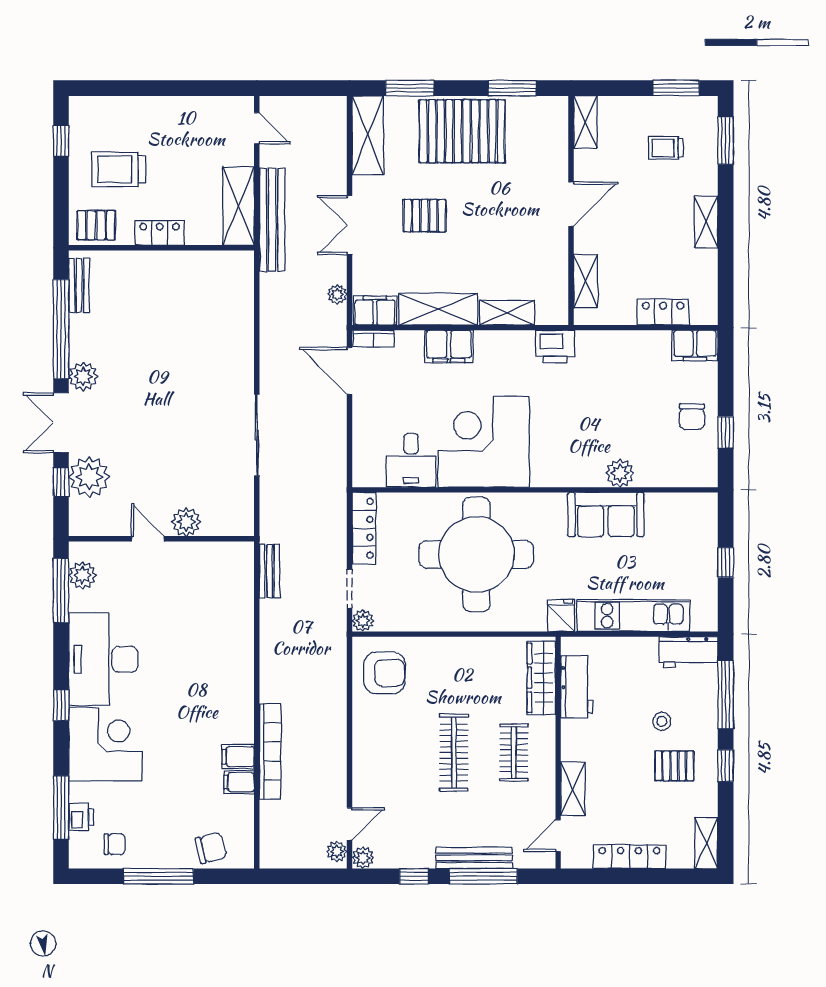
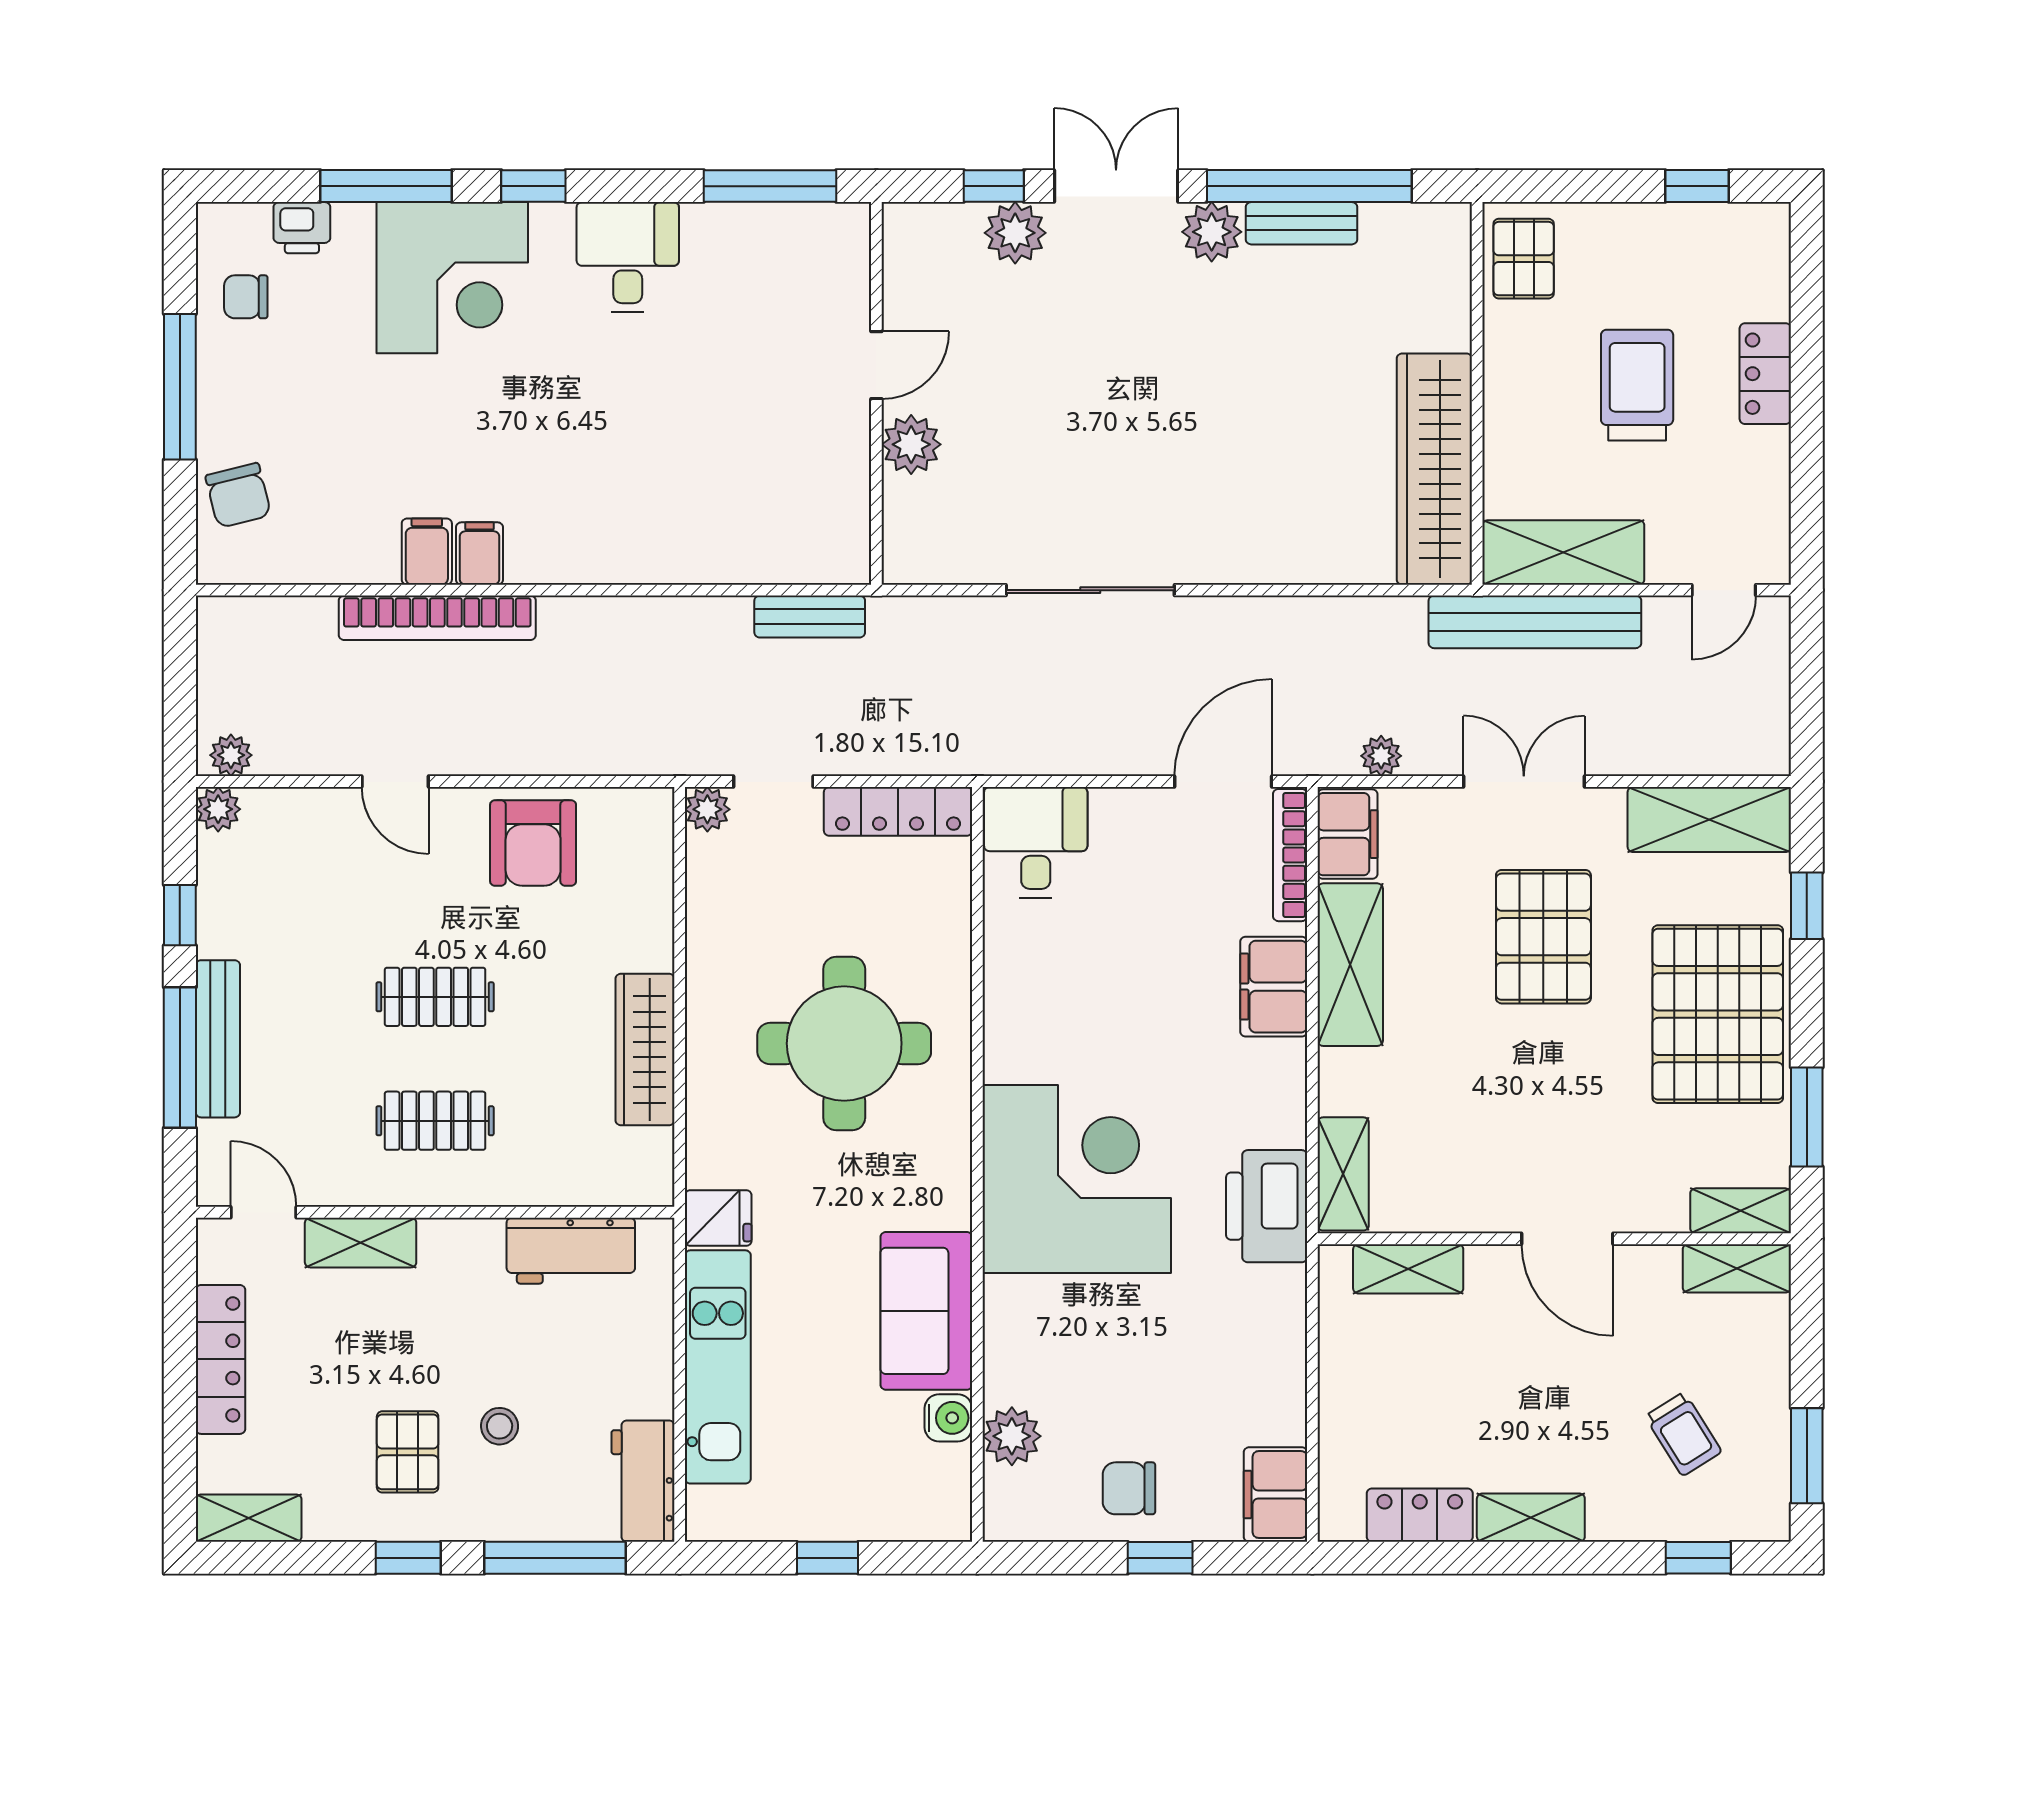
window: (410, 88) -> (1807, 906), width x0.67
shelving: (557, 120) -> (1741, 1211), added
window: (726, 141) -> (1698, 1558), width x0.67
trolley: (666, 148) -> (1683, 1434), turned 148
trolley: (119, 169) -> (1637, 385), moved
pallet: (425, 216) -> (1543, 937), width x1.50, depth x1.42
locker: (160, 233) -> (1765, 374), moved, turned 180
wardrobe: (198, 268) -> (1434, 469), added
bench: (79, 285) -> (1301, 223), moved
locker: (663, 312) -> (1420, 1515), moved, turned -90
shelving: (507, 313) -> (1343, 1174), moved
bookcase: (374, 338) -> (1290, 855), width x1.56
printer: (555, 347) -> (1267, 1206), width x1.37, depth x1.19
window: (726, 432) -> (1160, 1558), moved
corner desk: (484, 442) -> (1077, 1179), moved
desk: (411, 460) -> (1036, 842), moved, turned 90
plant: (620, 473) -> (1012, 1436), moved
plant: (89, 477) -> (1015, 233), width x0.73, depth x0.73
water cooler: (658, 504) -> (948, 1418), added
round table: (476, 554) -> (844, 1043), width x0.73, depth x0.73
plant: (82, 575) -> (801, 230), removed
desk: (103, 659) -> (628, 257), width x0.53, depth x0.77
armchair: (385, 673) -> (533, 843), moved
wardrobe: (541, 678) -> (645, 1050), moved, turned -90
clothes rail: (454, 753) -> (435, 997), width x0.73
filing cabinet: (239, 782) -> (479, 554), moved
window: (61, 808) -> (386, 186), moved
door: (349, 824) -> (395, 782), moved
chair: (115, 844) -> (246, 297), turned 90

